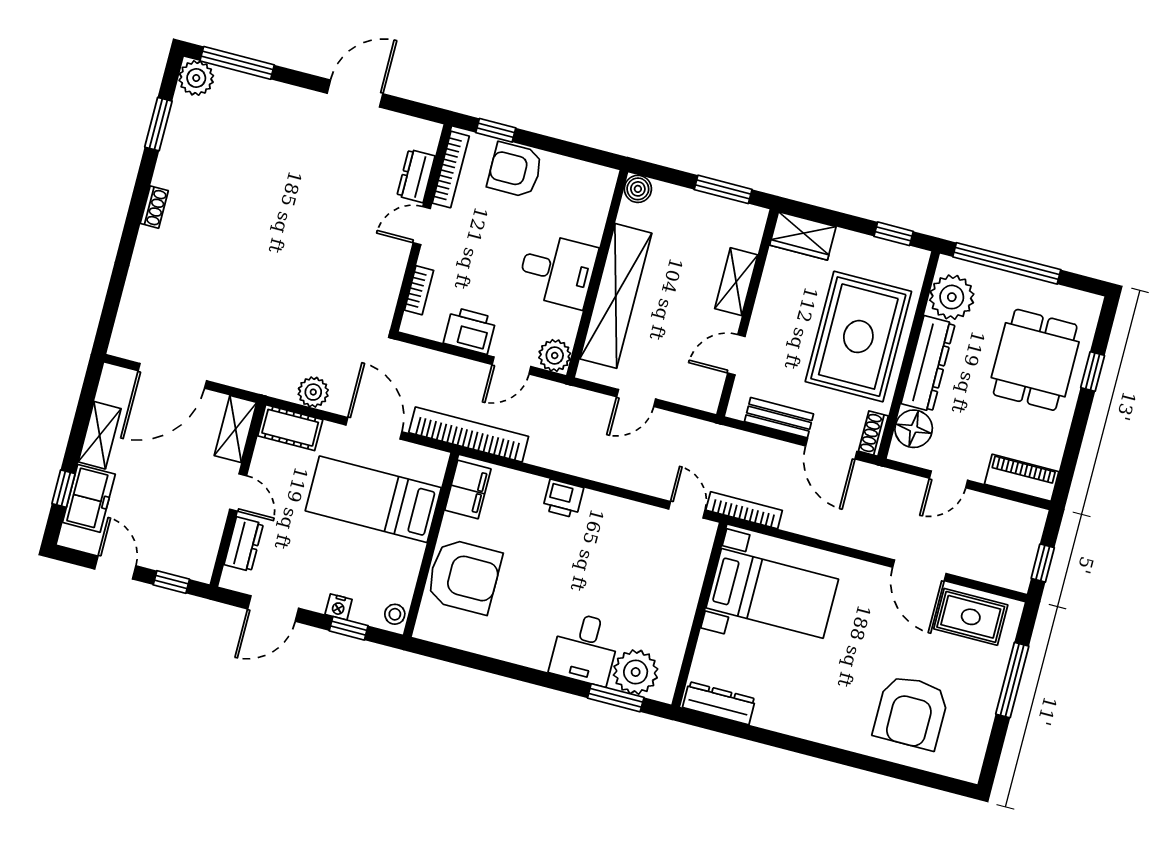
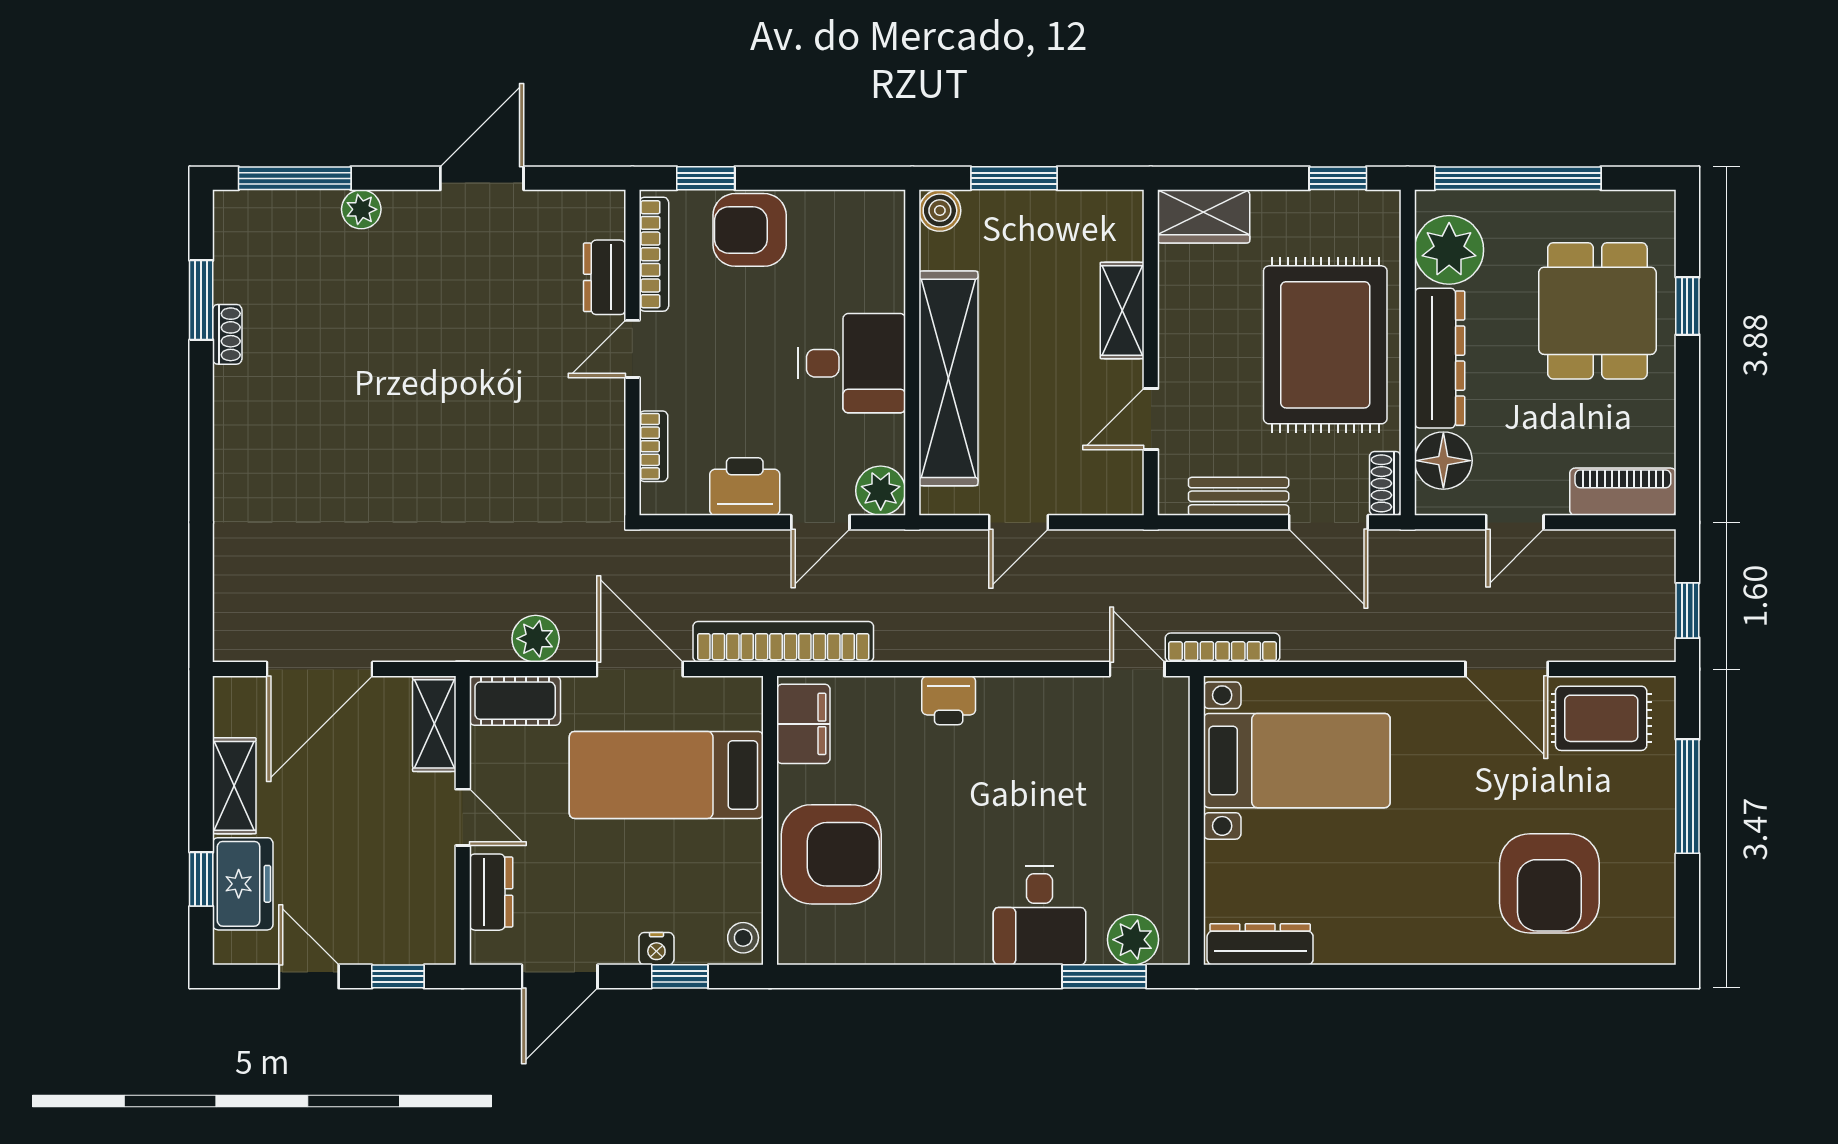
plant: (196, 78) -> (361, 209), moved, width x0.73, depth x0.73
window: (723, 189) -> (1014, 178), moved
shoe rack: (154, 207) -> (227, 334), moved
plant: (636, 672) -> (1133, 940), width x0.73, depth x0.73

